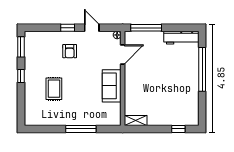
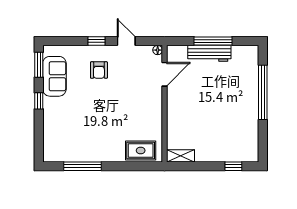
window: (146, 28) -> (213, 41), moved
workbench: (181, 38) -> (209, 53), moved
sofa: (112, 86) -> (54, 76), moved, turned 180
rug: (54, 89) -> (141, 150), moved, turned 90
window: (81, 129) -> (83, 166), moved

